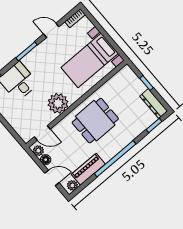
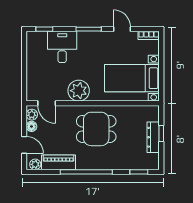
dresser: (154, 104) -> (153, 137), moved

